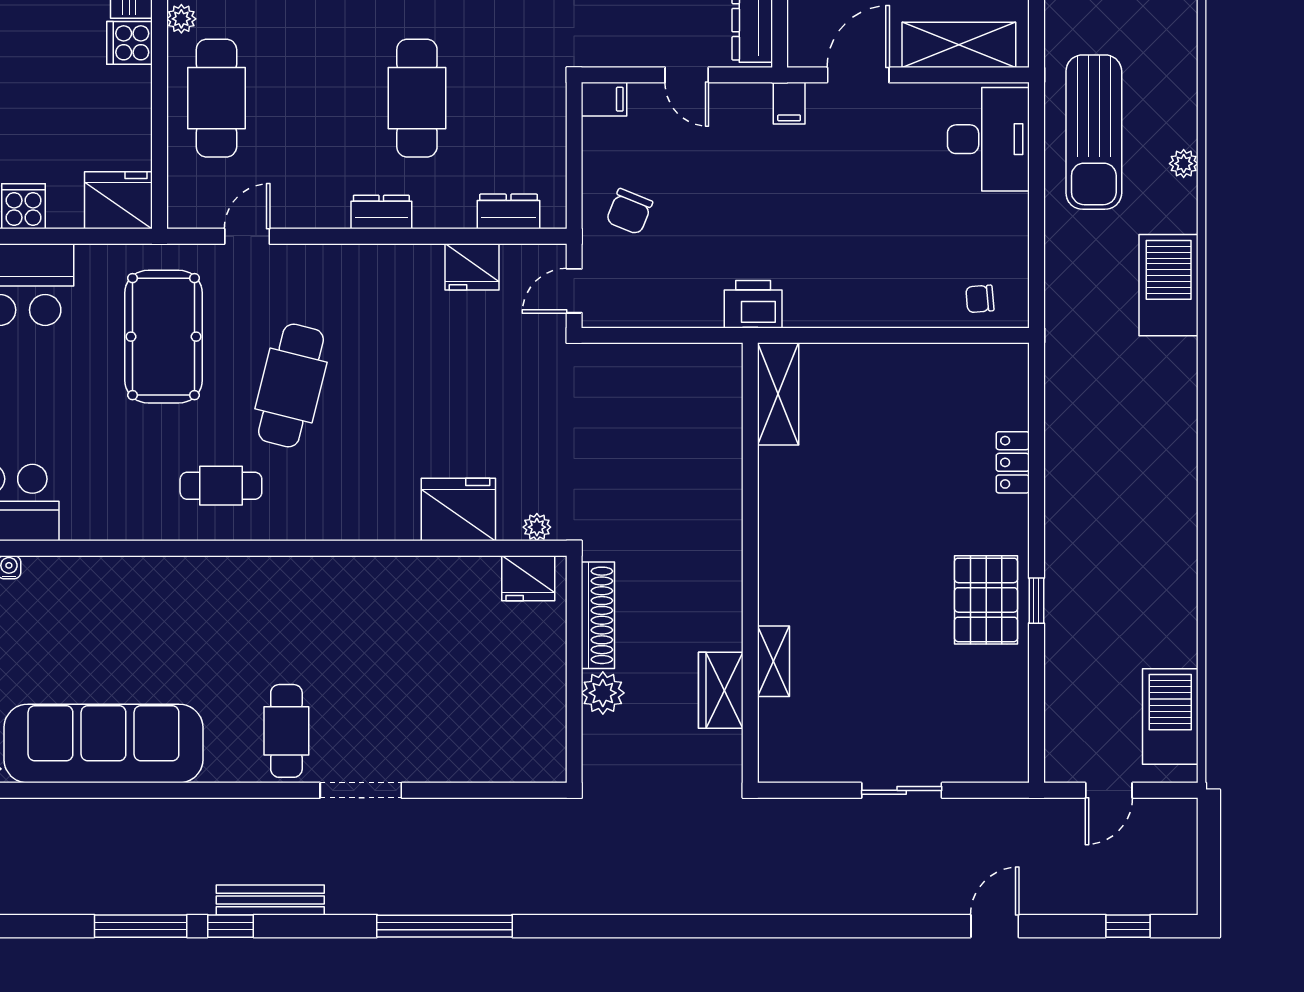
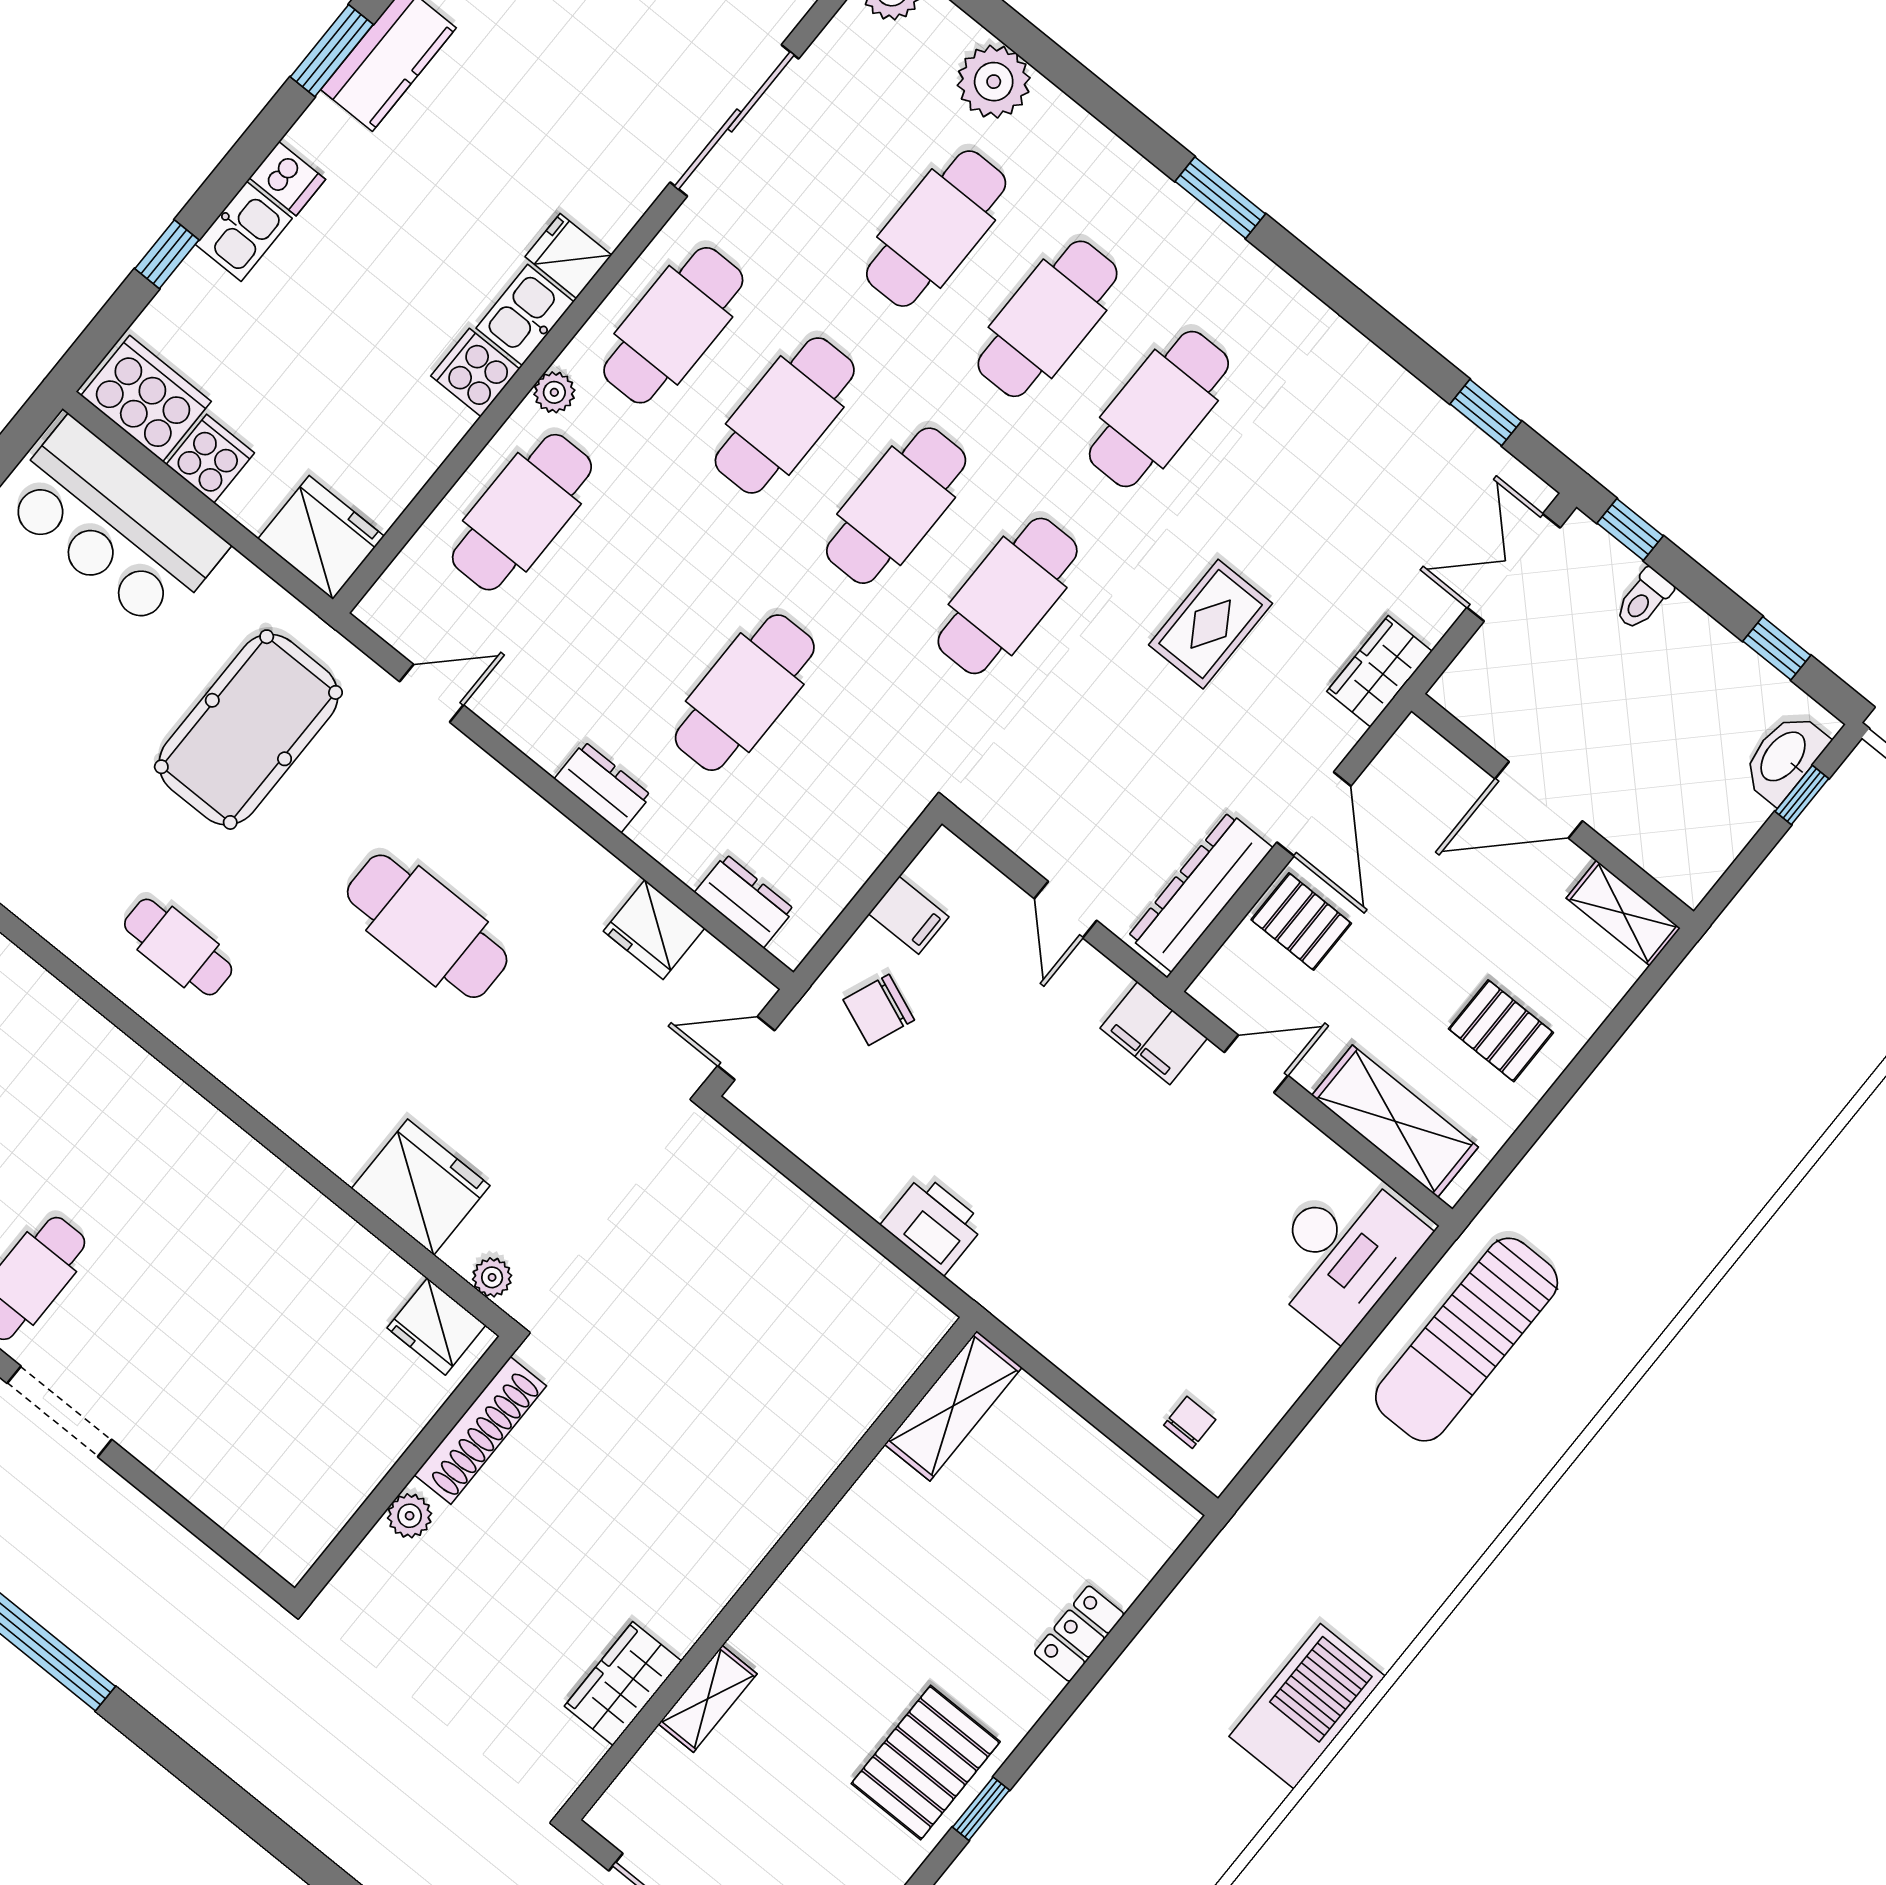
door: (858, 75) -> (1256, 1064), width x0.73
filing cabinet: (604, 99) -> (909, 915), moved
filing cabinet: (789, 103) -> (1154, 1033), width x2.00
plant: (1184, 164) -> (1538, 1455), removed
barbecue: (1169, 285) -> (1307, 1706), moved
chair: (980, 299) -> (1190, 1422), turned 95
cafe table: (291, 386) -> (427, 926), moved, turned 76
shelving: (778, 394) -> (953, 1406), moved
wall: (750, 563) -> (770, 1569), moved
shelving: (773, 661) -> (708, 1699), moved
wardrobe: (721, 690) -> (623, 1684), moved
plant: (603, 693) -> (410, 1516), width x0.73, depth x0.73

